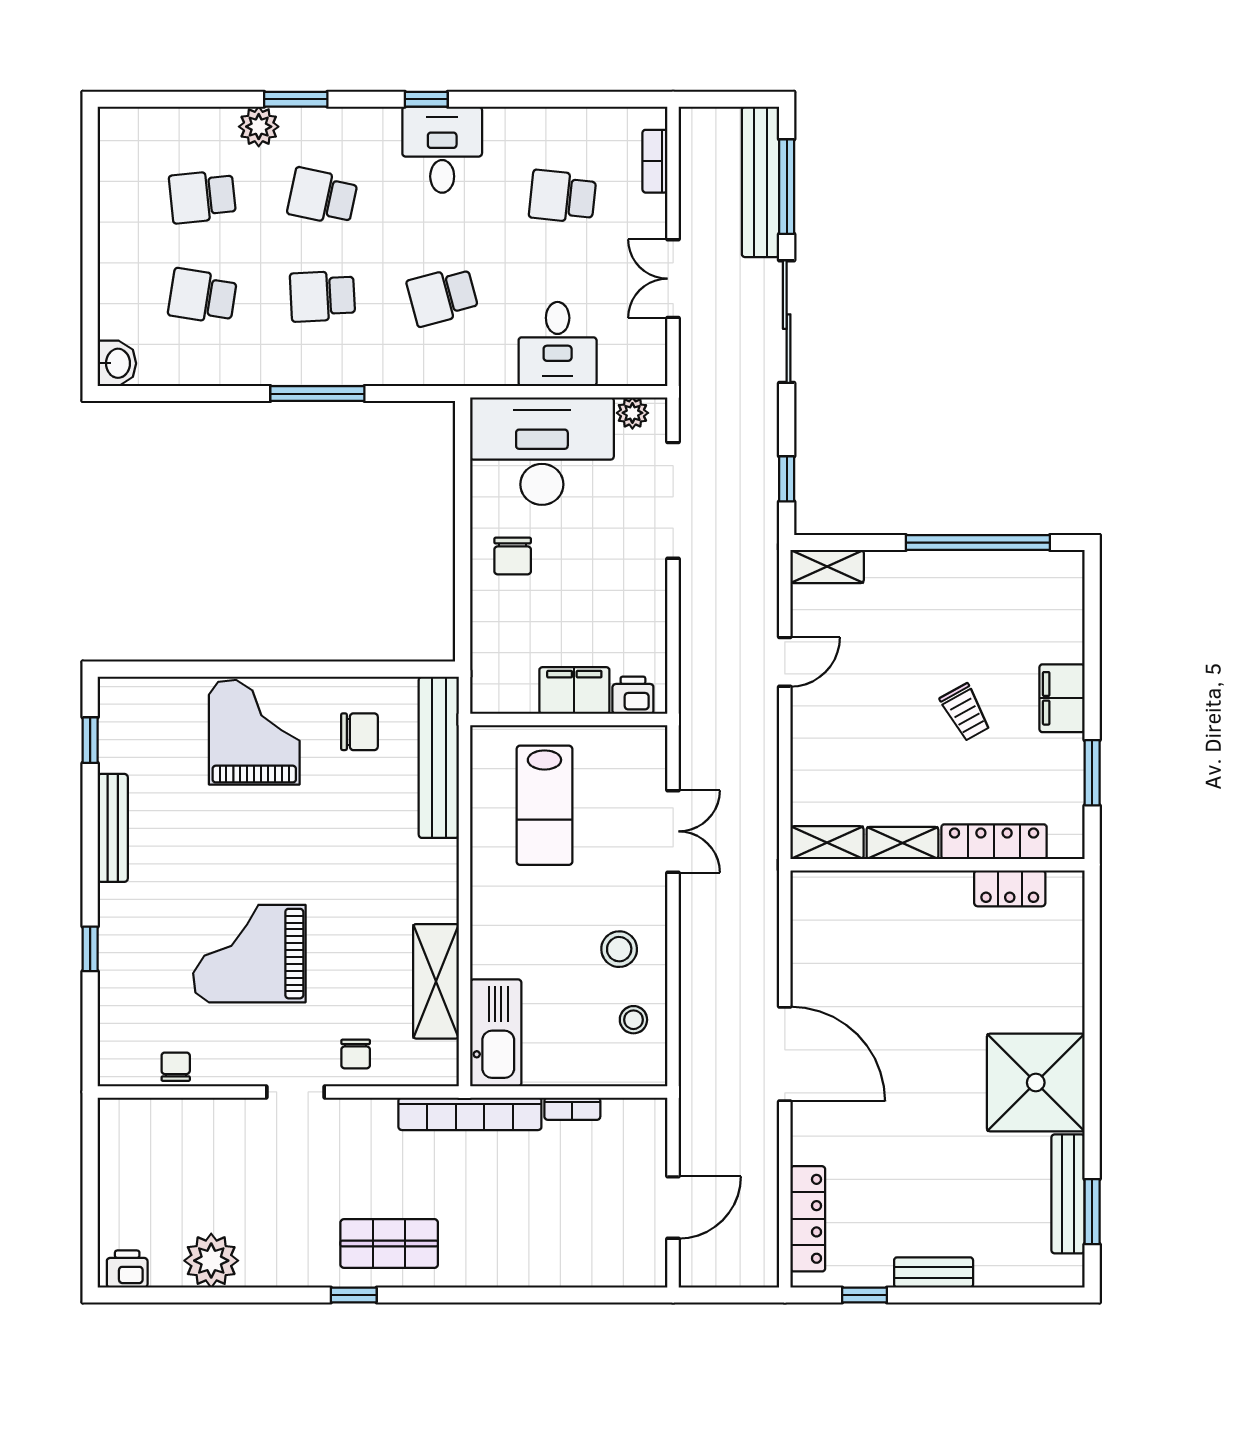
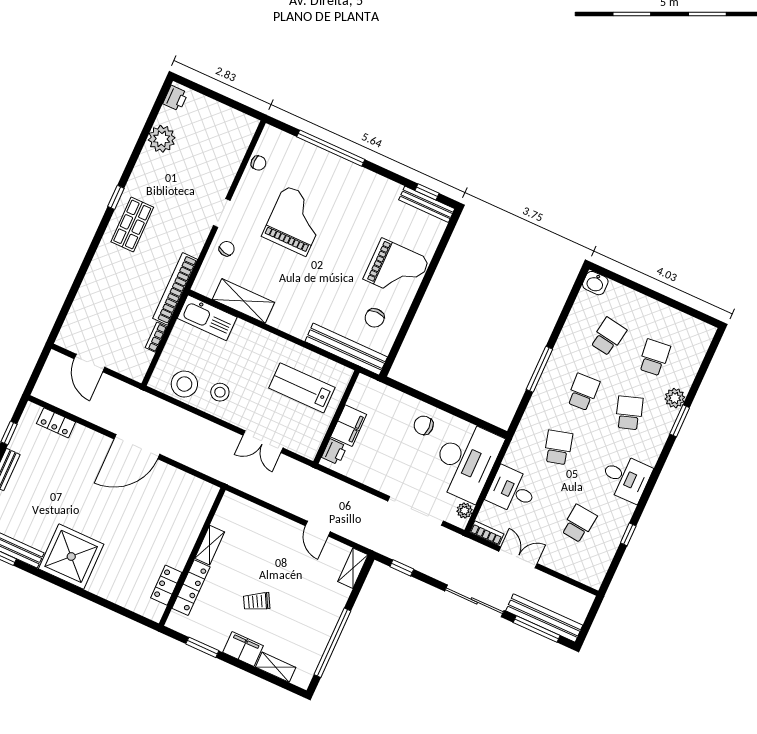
window: (426, 99) -> (628, 534), moved
bookcase: (655, 161) -> (487, 533), moved
school desk: (322, 197) -> (629, 413), turned -30
bench: (113, 828) -> (427, 204), moved
shelving: (827, 843) -> (276, 667), moved, turned 90
window: (90, 949) -> (331, 148), width x3.17
stool: (633, 1020) -> (184, 384), width x1.89, depth x1.89
chair: (356, 1054) -> (227, 249), turned 104
locker: (808, 1219) -> (56, 423), width x0.66

